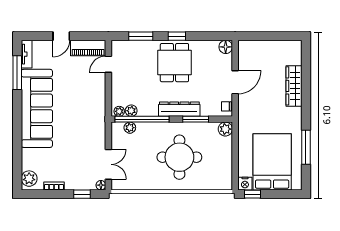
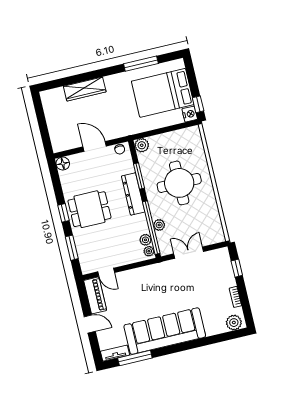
plant: (130, 128) -> (159, 225), moved
double door: (108, 164) -> (189, 253), moved
floor lamp: (101, 185) -> (224, 252), removed

